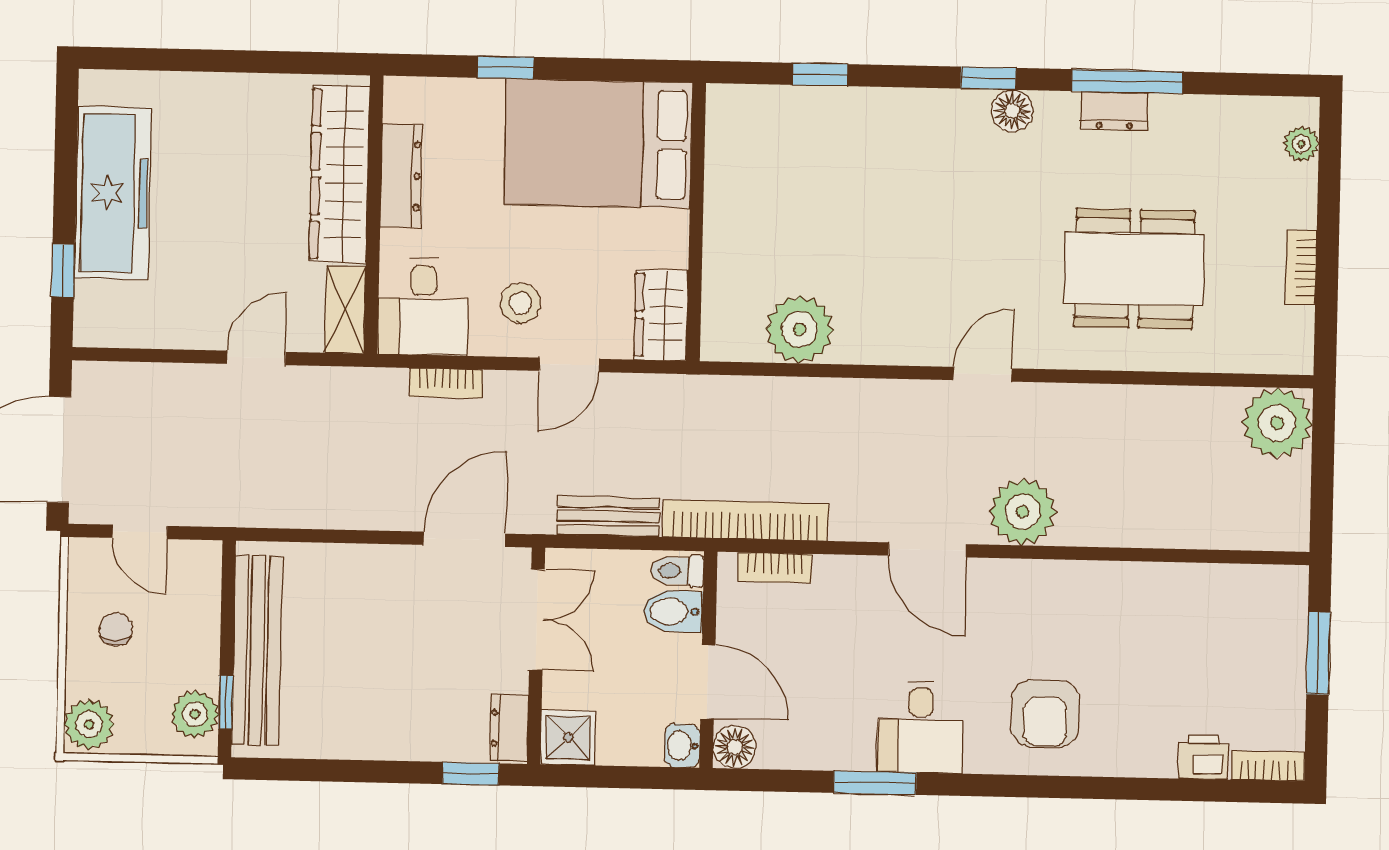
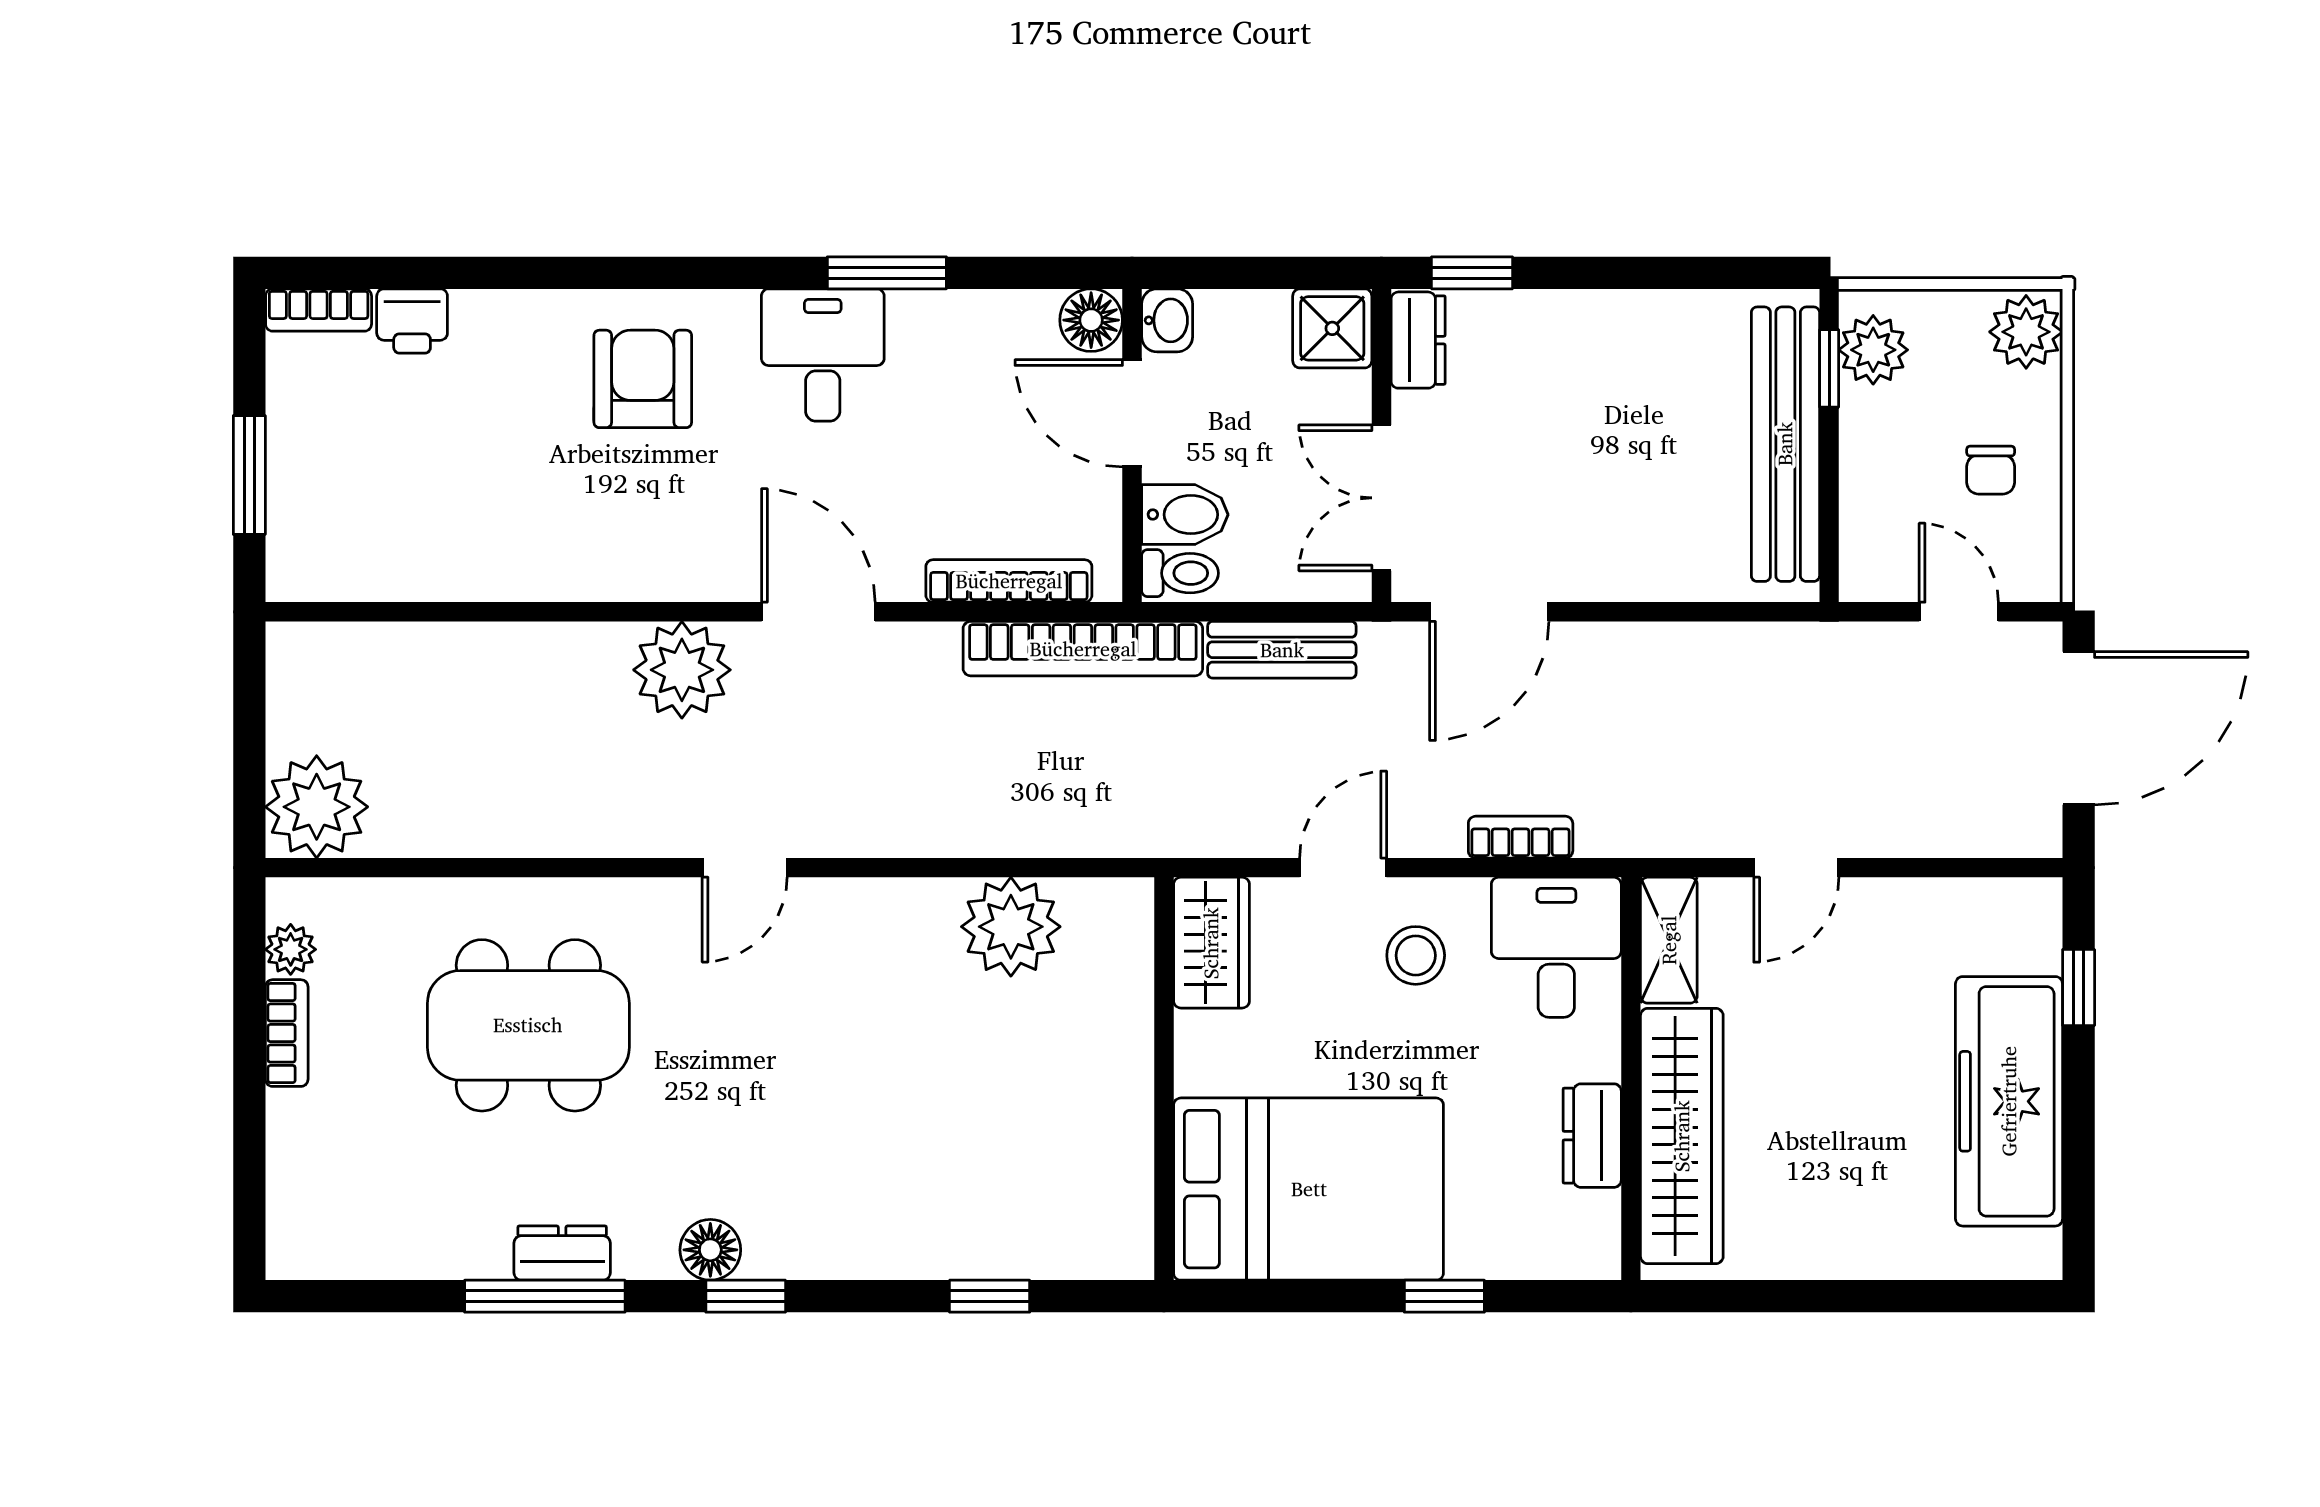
plant: (1301, 144) -> (291, 949), moved
dresser: (401, 176) -> (1592, 1136), width x0.70
bookcase: (775, 568) -> (1009, 581), width x1.56

